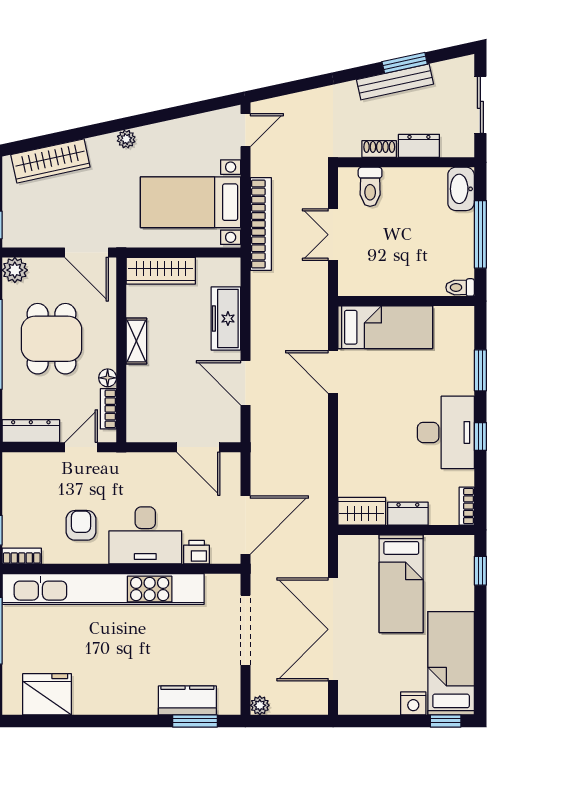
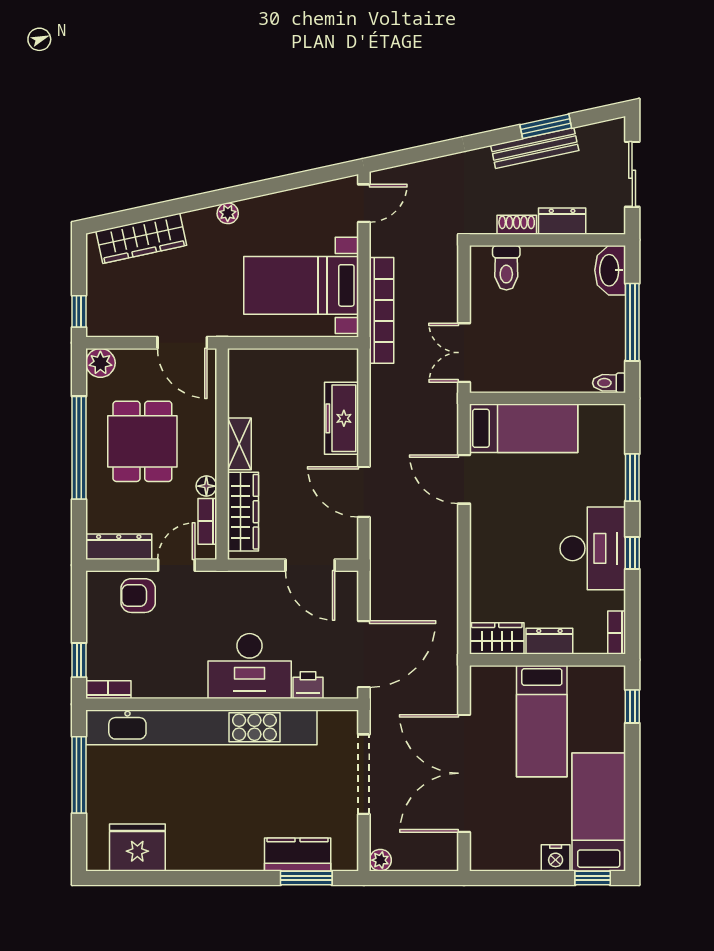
double door: (333, 235) -> (464, 353), moved
wardrobe: (161, 271) -> (243, 512), moved, turned -90
armchair: (81, 525) -> (138, 596), moved, turned -90

